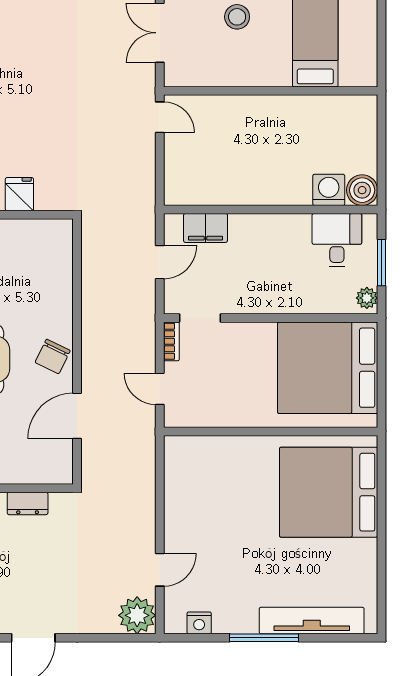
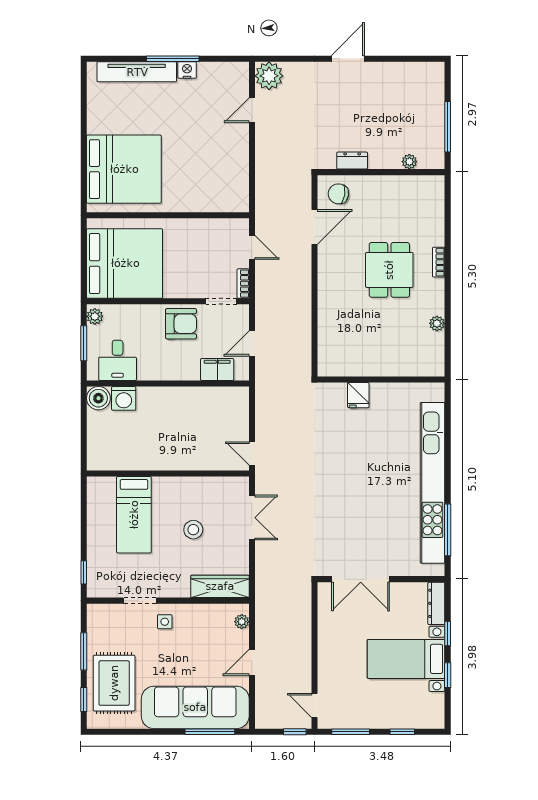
armchair: (253, 288) -> (181, 324), added
chair: (53, 356) -> (338, 194), moved, turned -107
nightstand: (199, 623) -> (187, 70), moved

